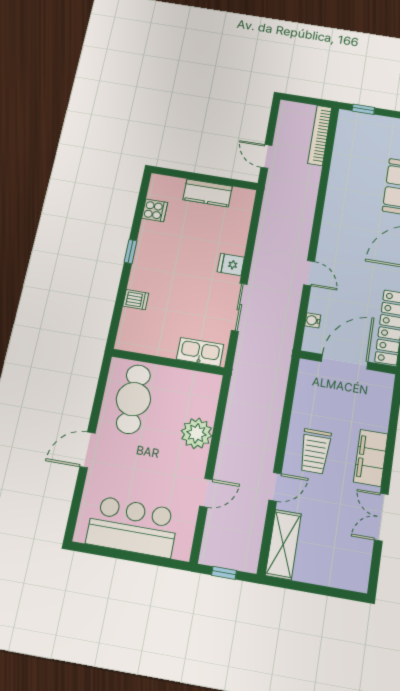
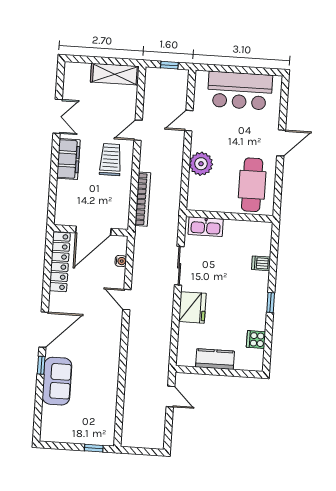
bookcase: (320, 135) -> (143, 199), moved
fridge: (231, 264) -> (192, 307), width x1.88, depth x1.34
shelving: (283, 544) -> (115, 74), moved, turned 90

